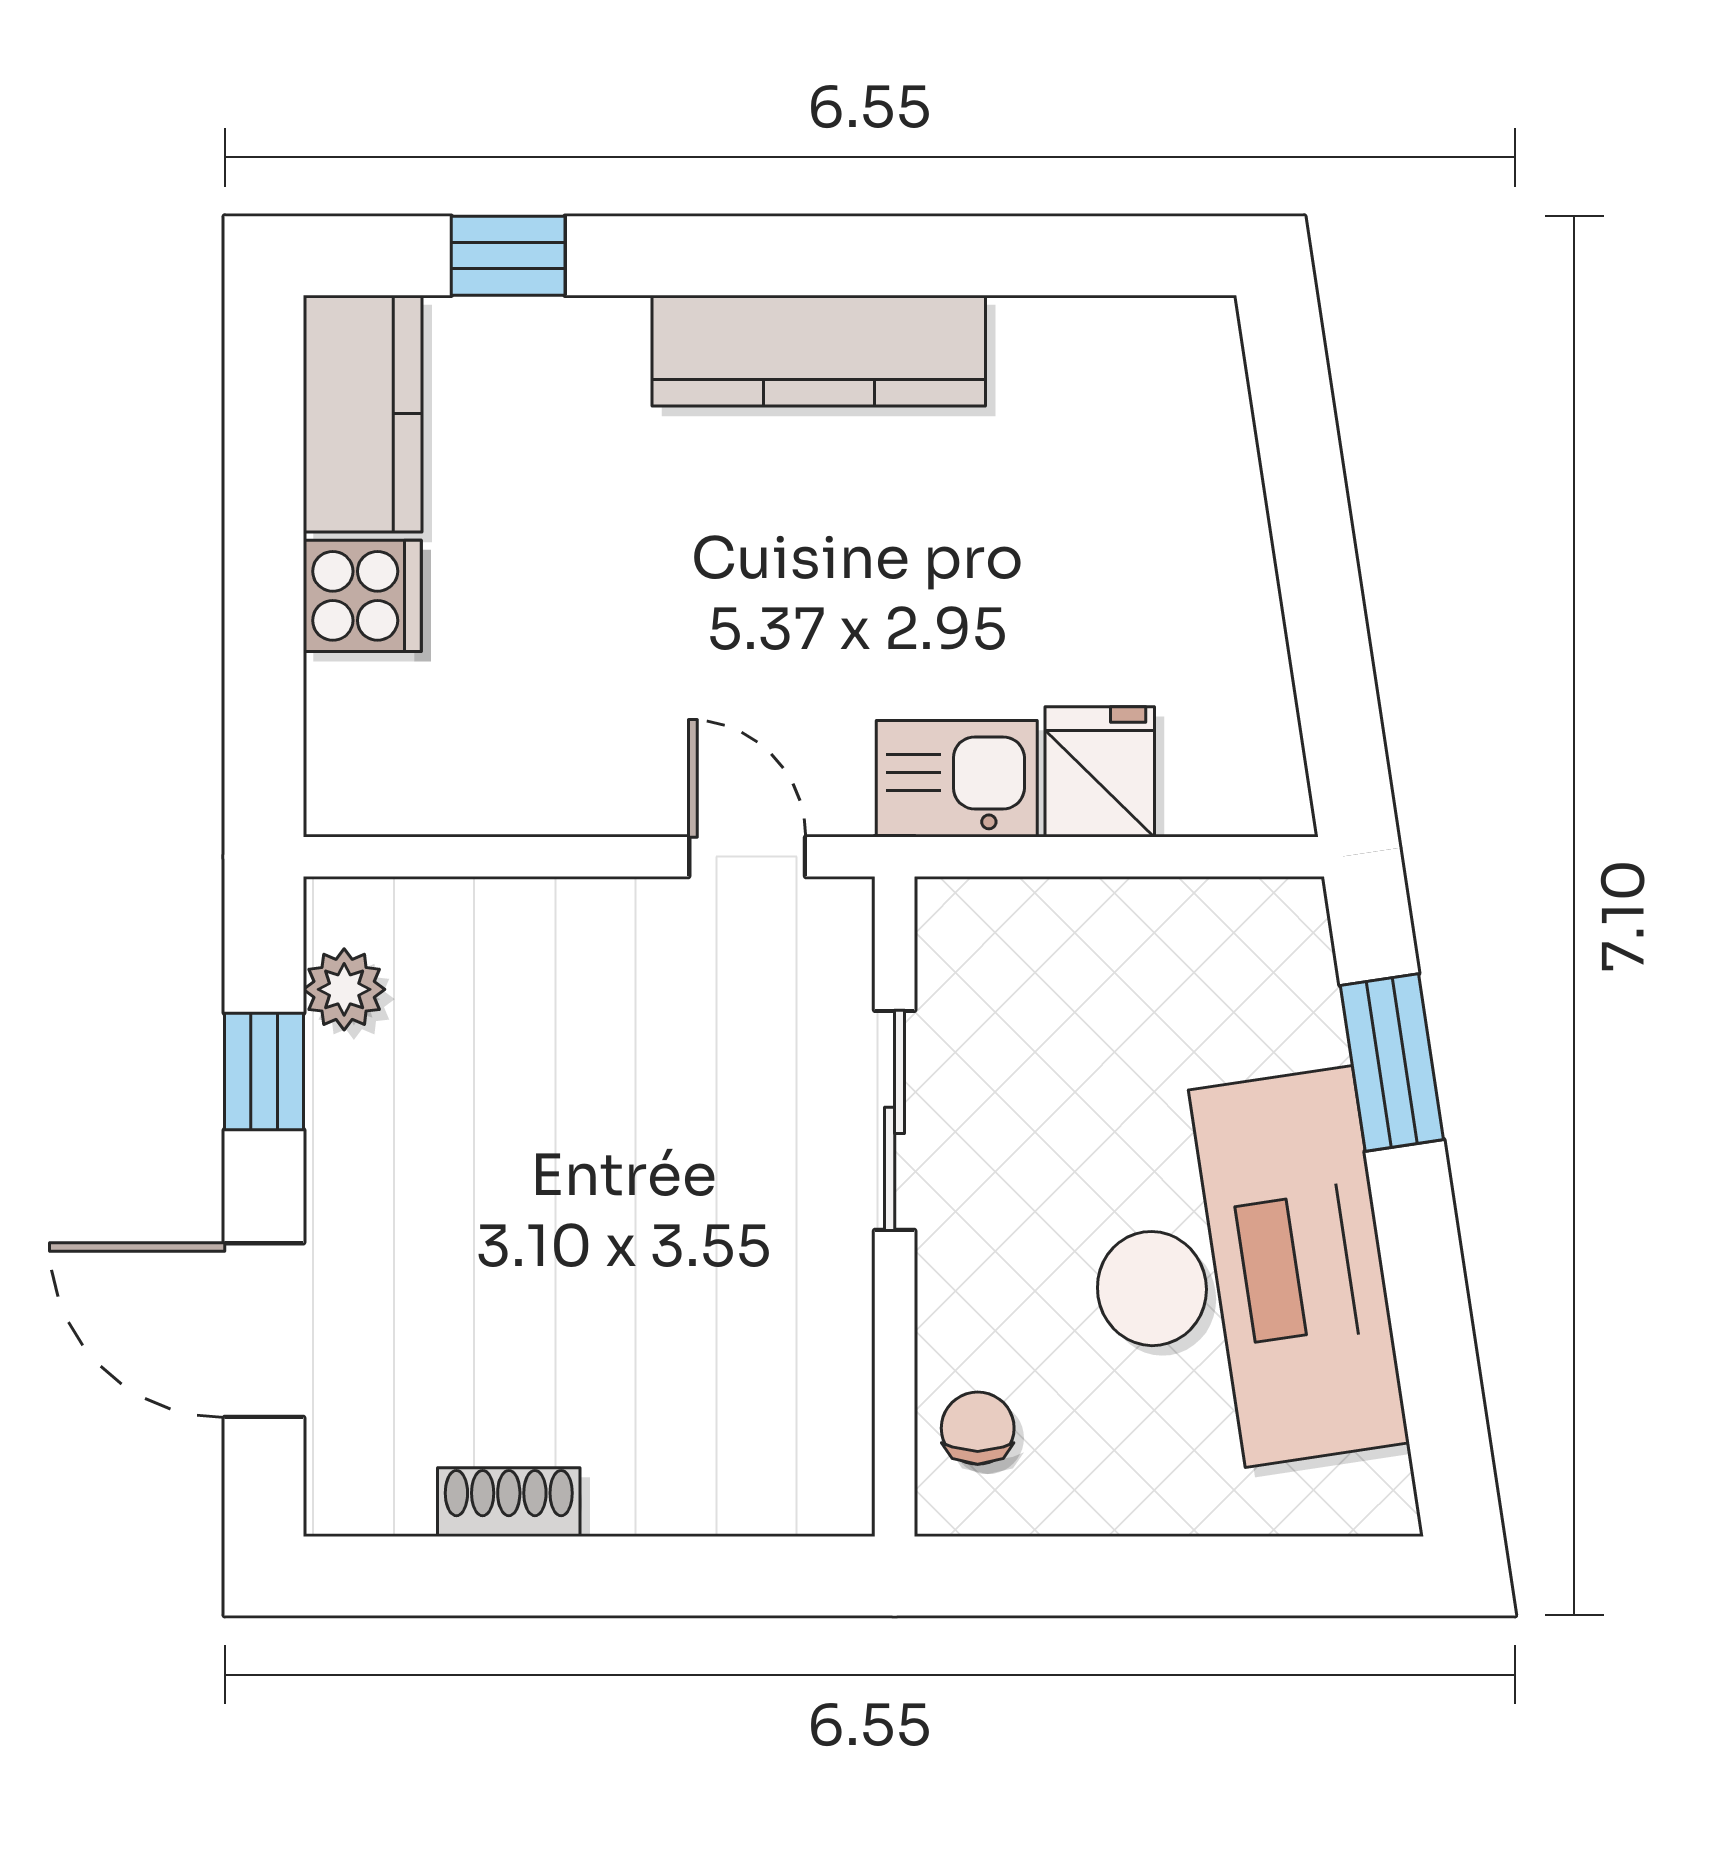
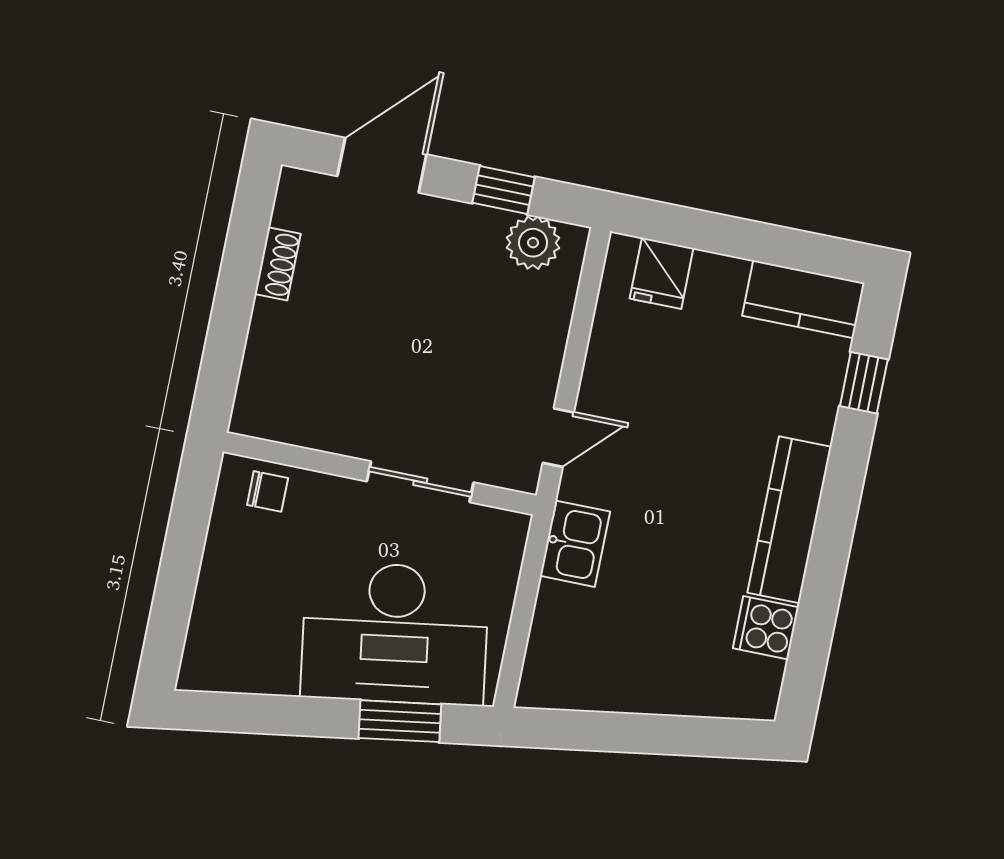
cooker: (362, 596) -> (766, 628), moved, turned 90
fridge: (1100, 772) -> (662, 273), moved, turned 90
plant: (344, 989) -> (533, 243), width x1.38, depth x1.38
desk: (1240, 1275) -> (395, 633), moved

